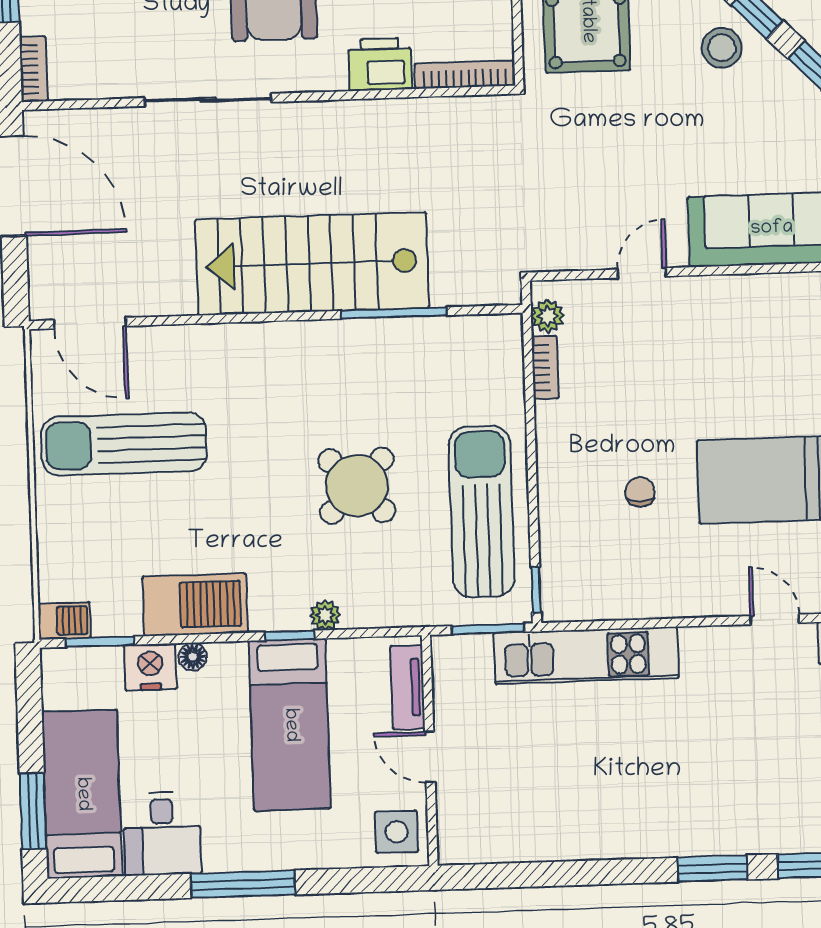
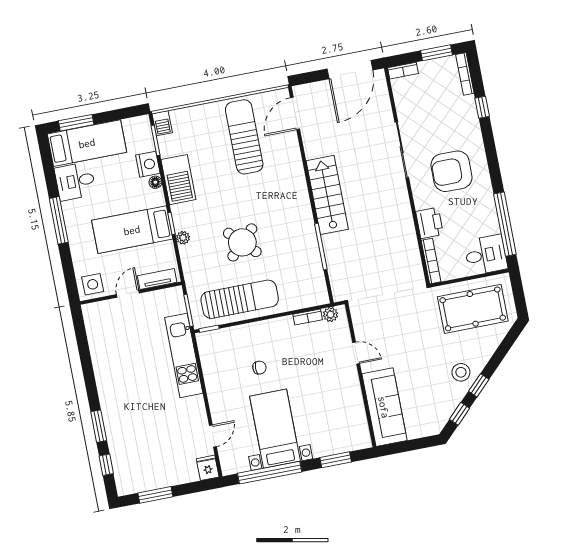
stairs: (312, 264) -> (327, 195), width x0.73, depth x0.66

